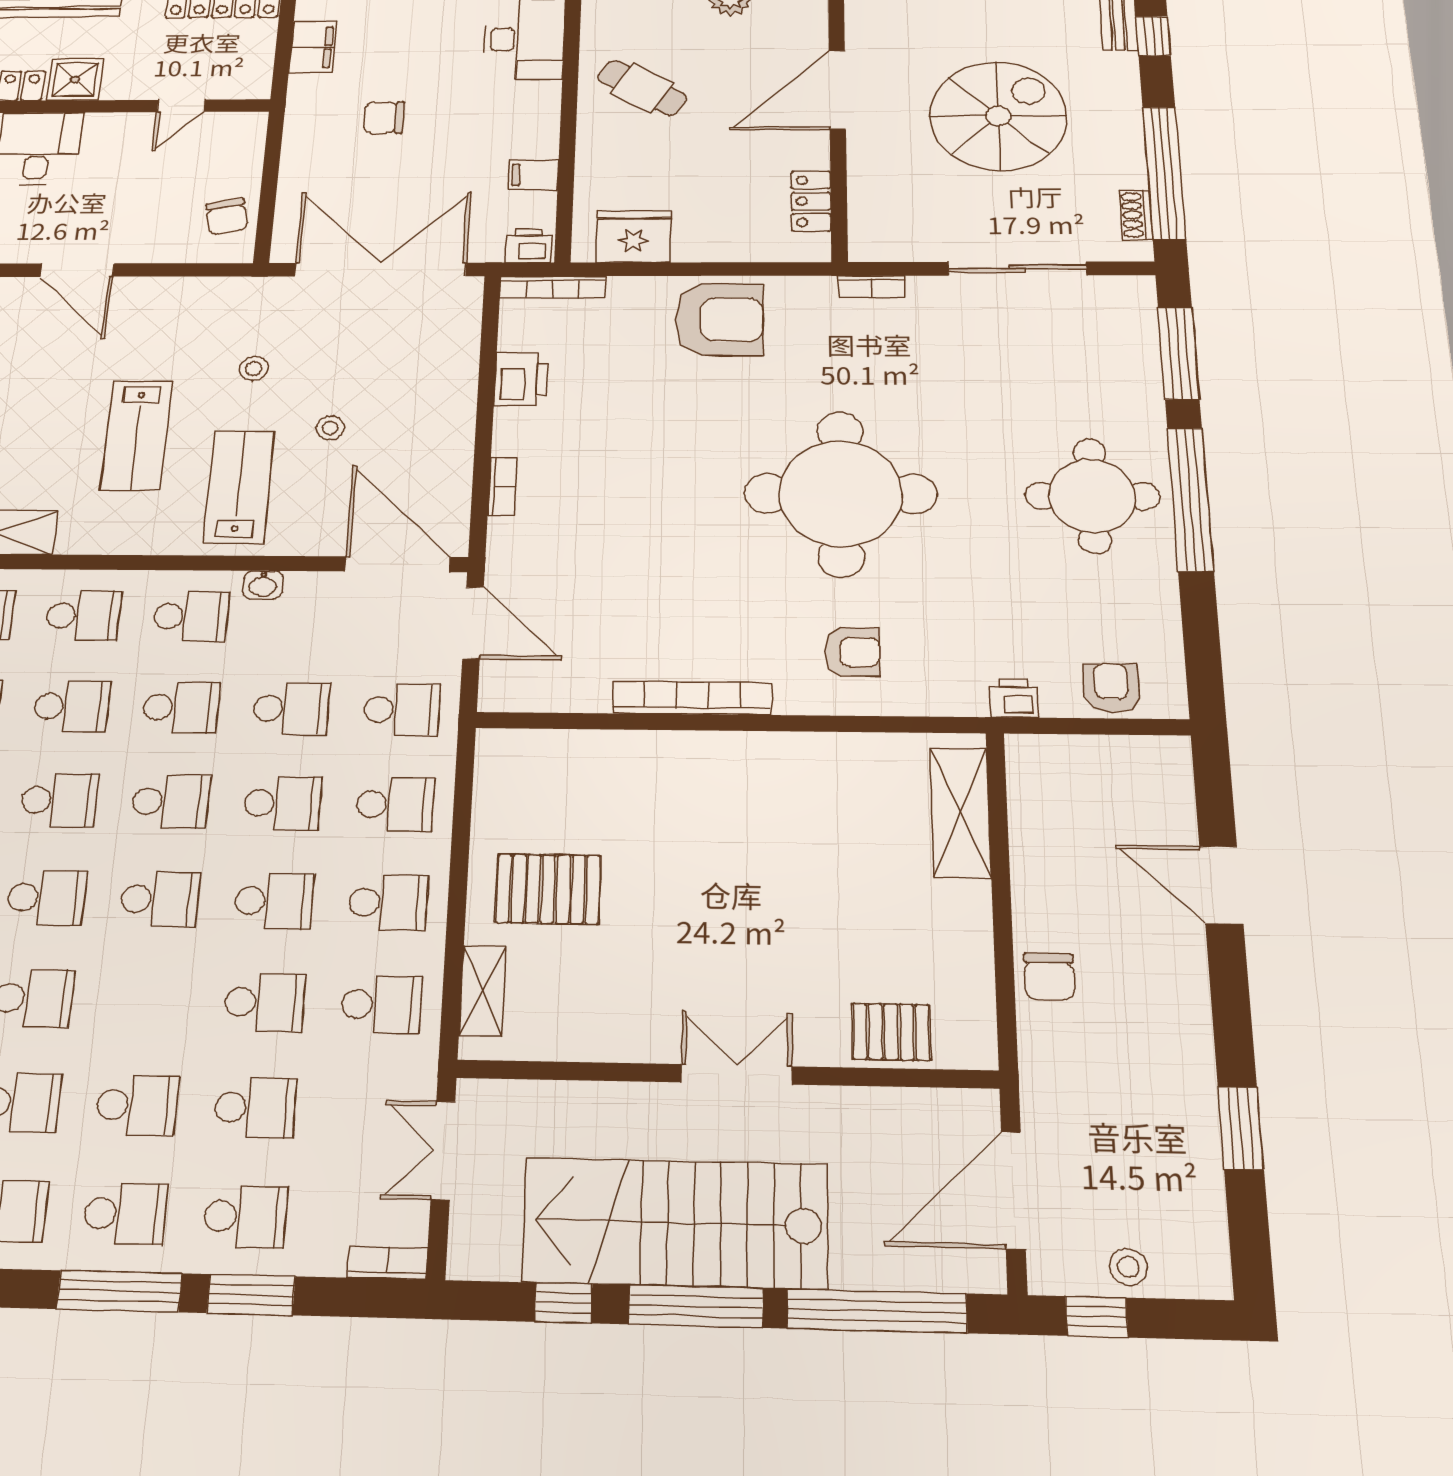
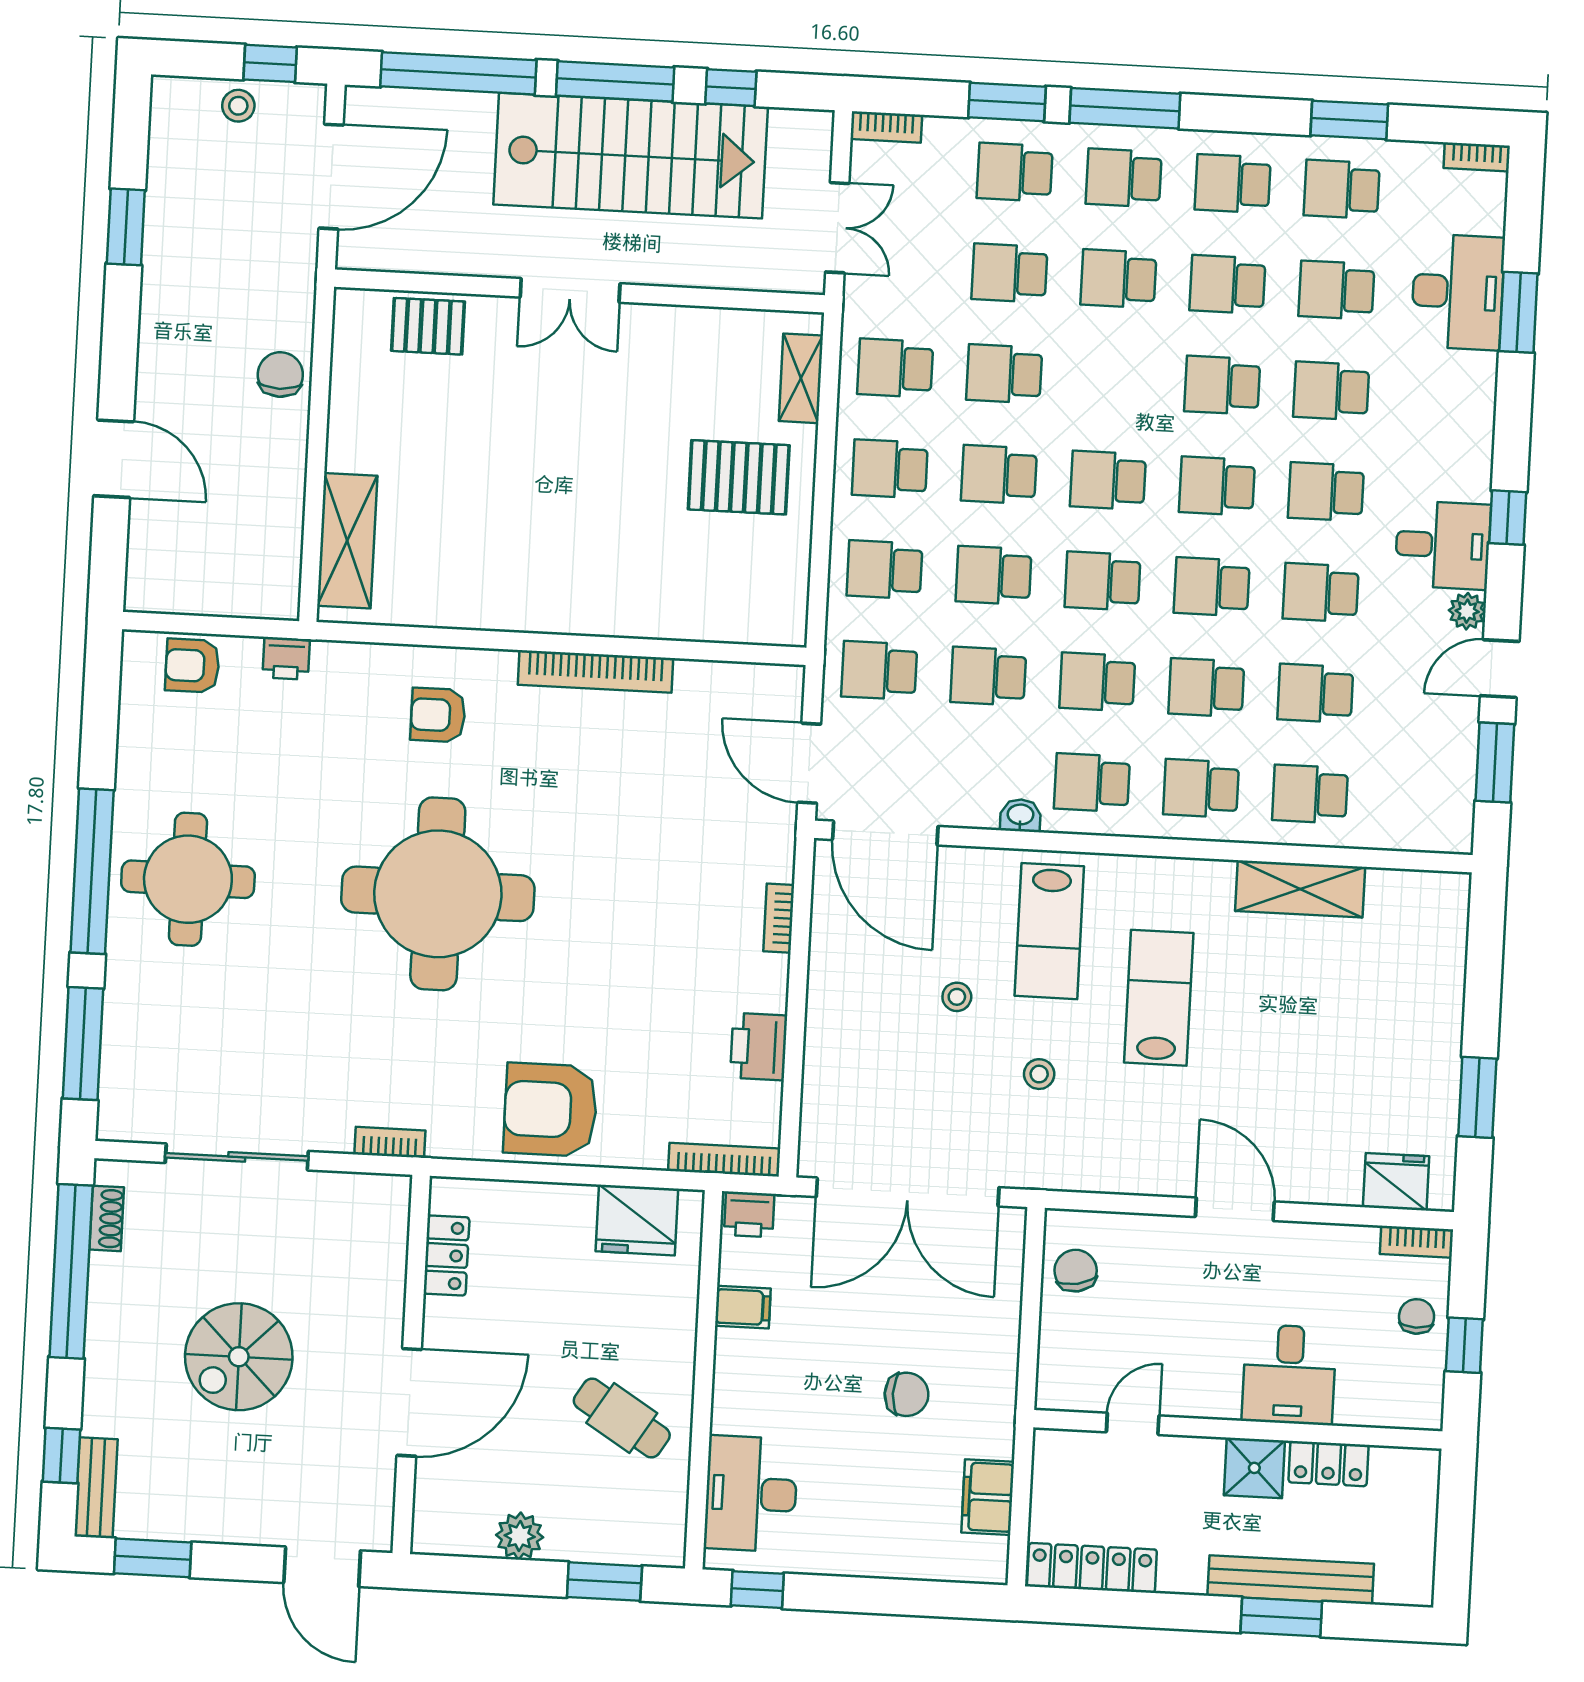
spiral stairs: (998, 116) -> (239, 1357), width x0.73, depth x0.73
armchair: (1111, 688) -> (192, 666), turned 90

